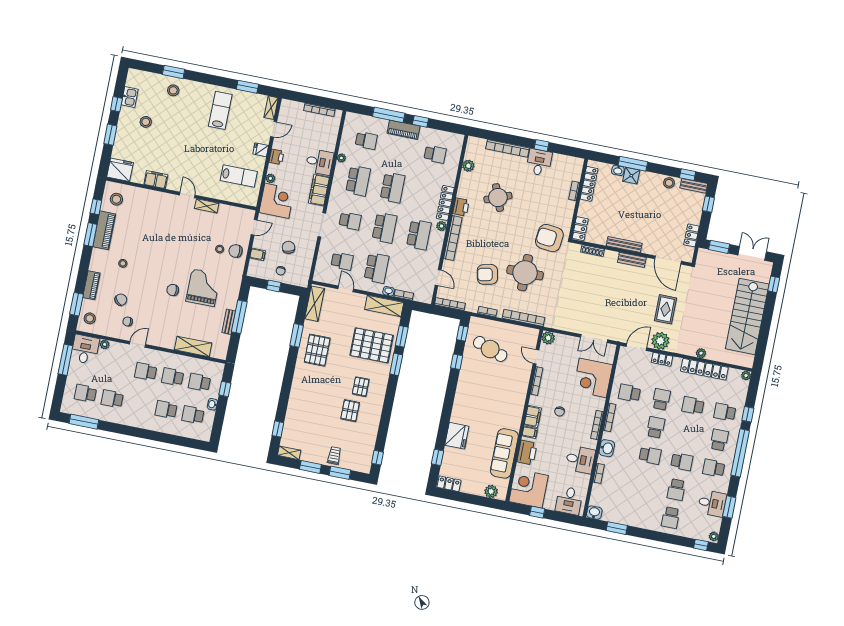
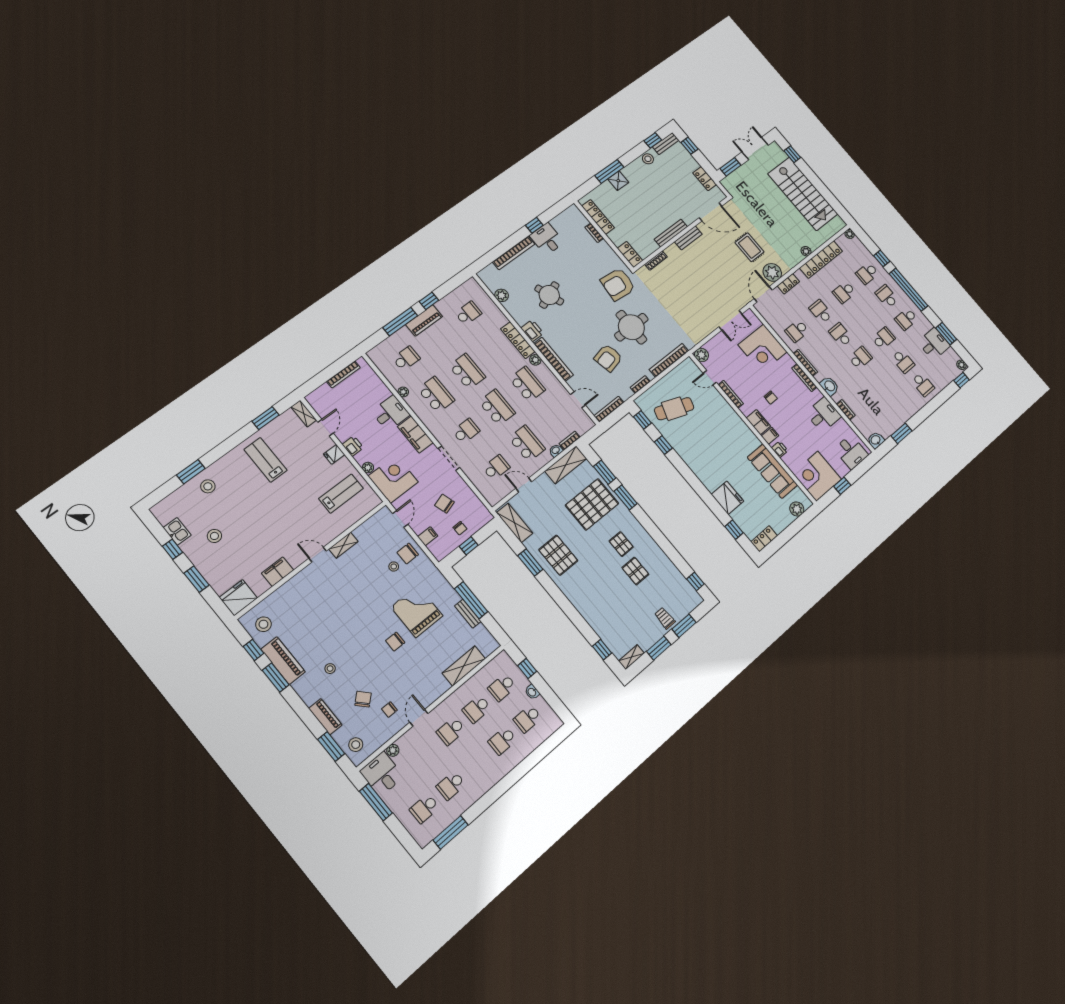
washbasin: (618, 170) -> (605, 187), removed
printer: (527, 452) -> (780, 449), width x0.53, depth x0.68

